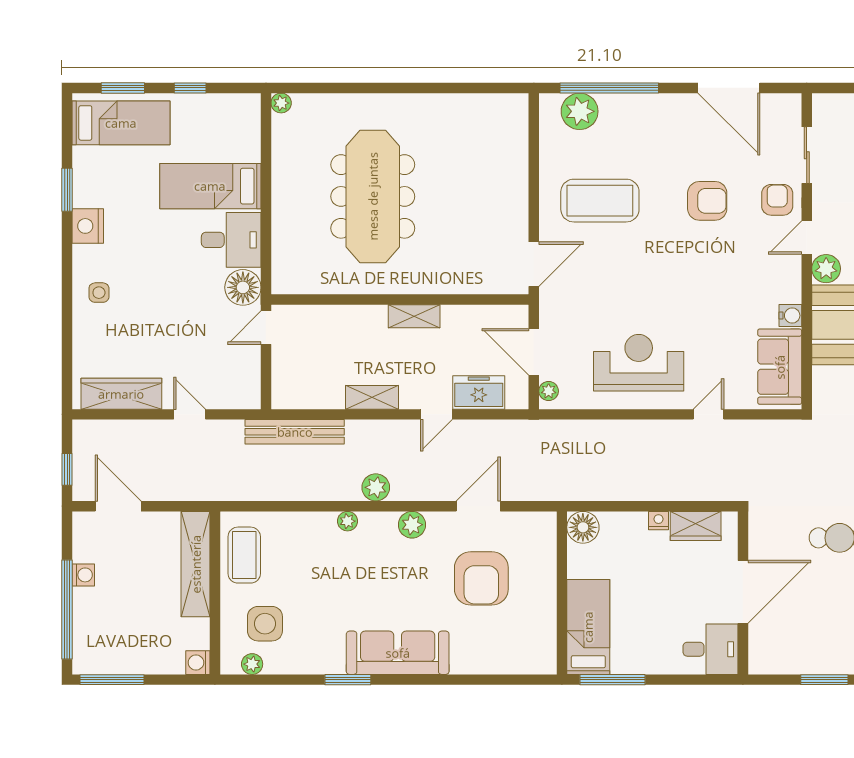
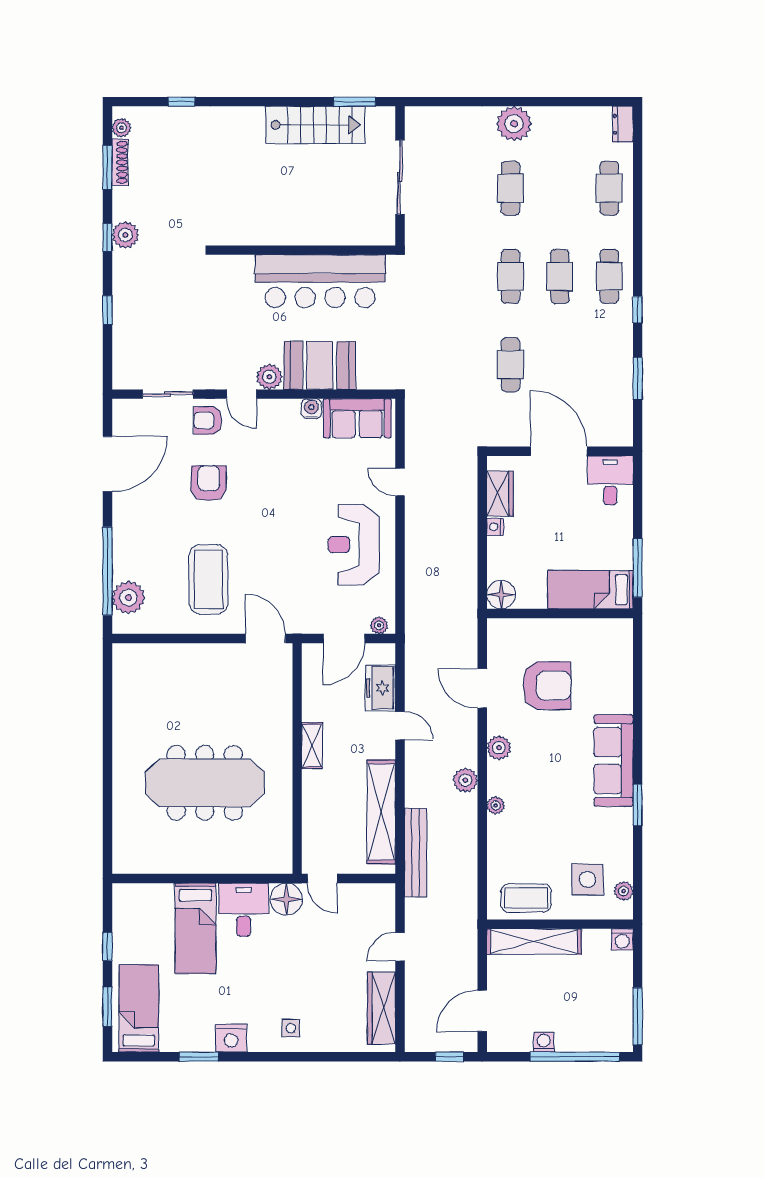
plant: (281, 103) -> (121, 865), removed
shelving: (372, 397) -> (381, 812), width x2.20, depth x1.33

